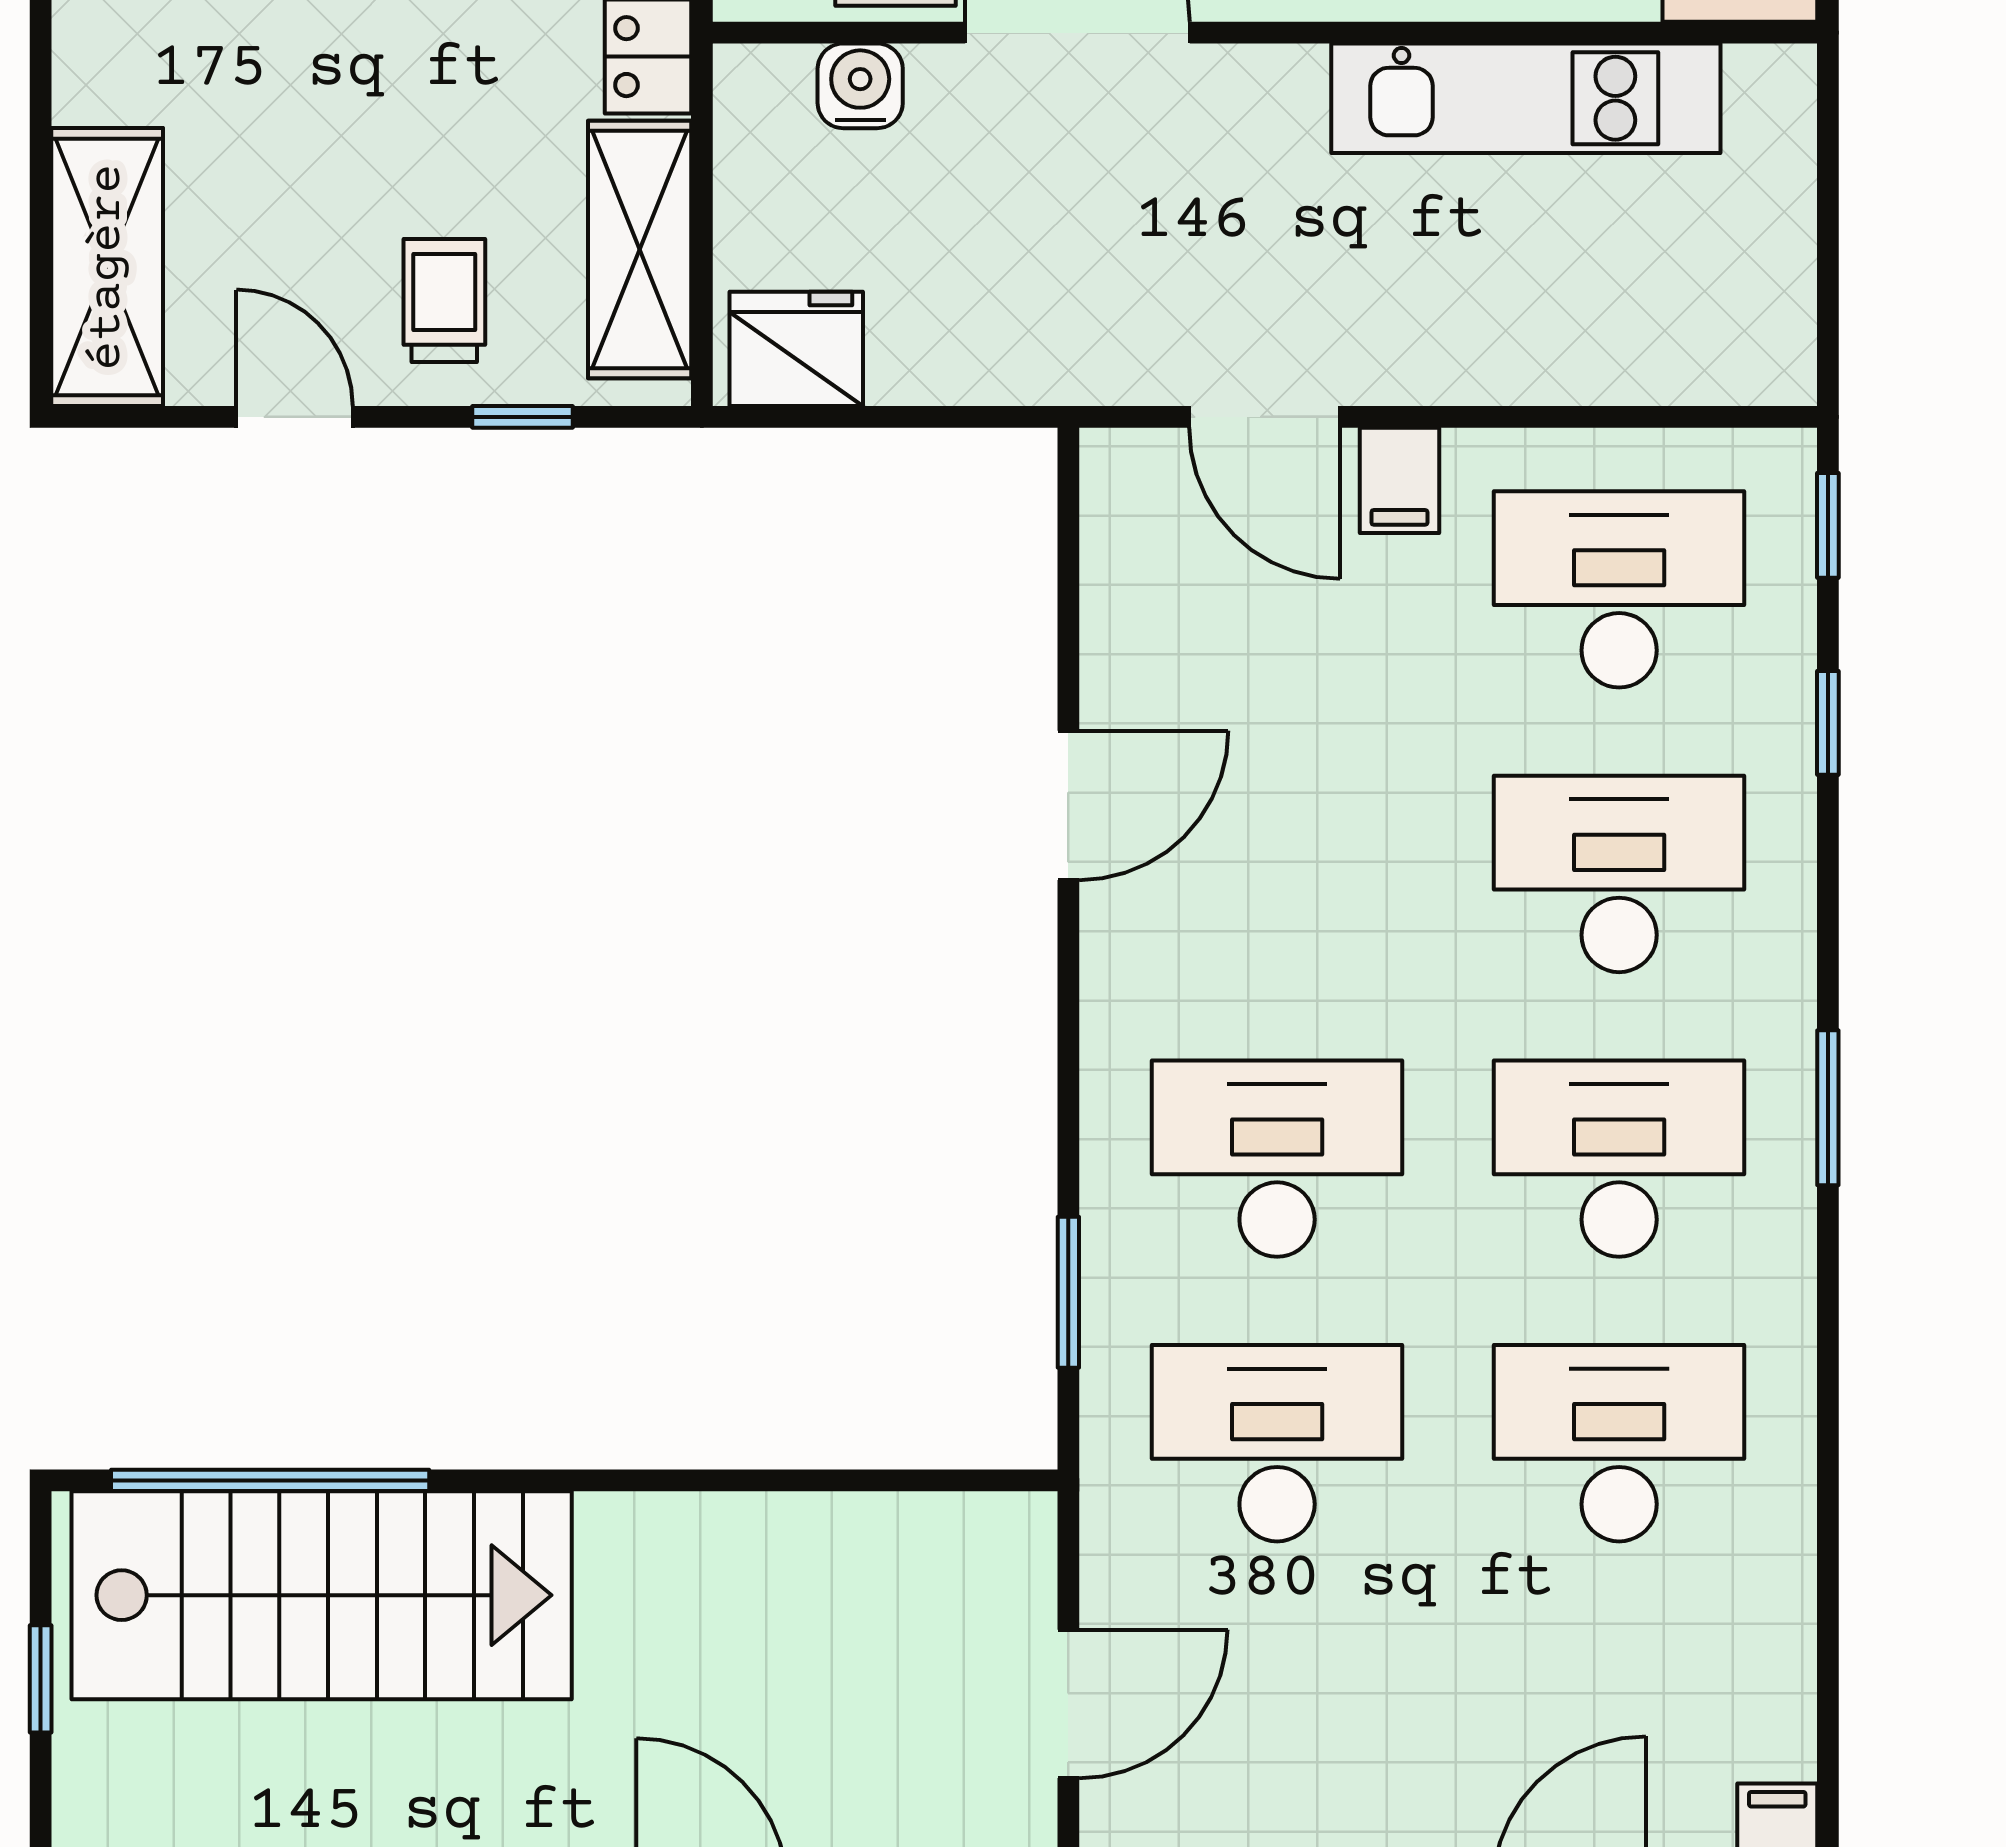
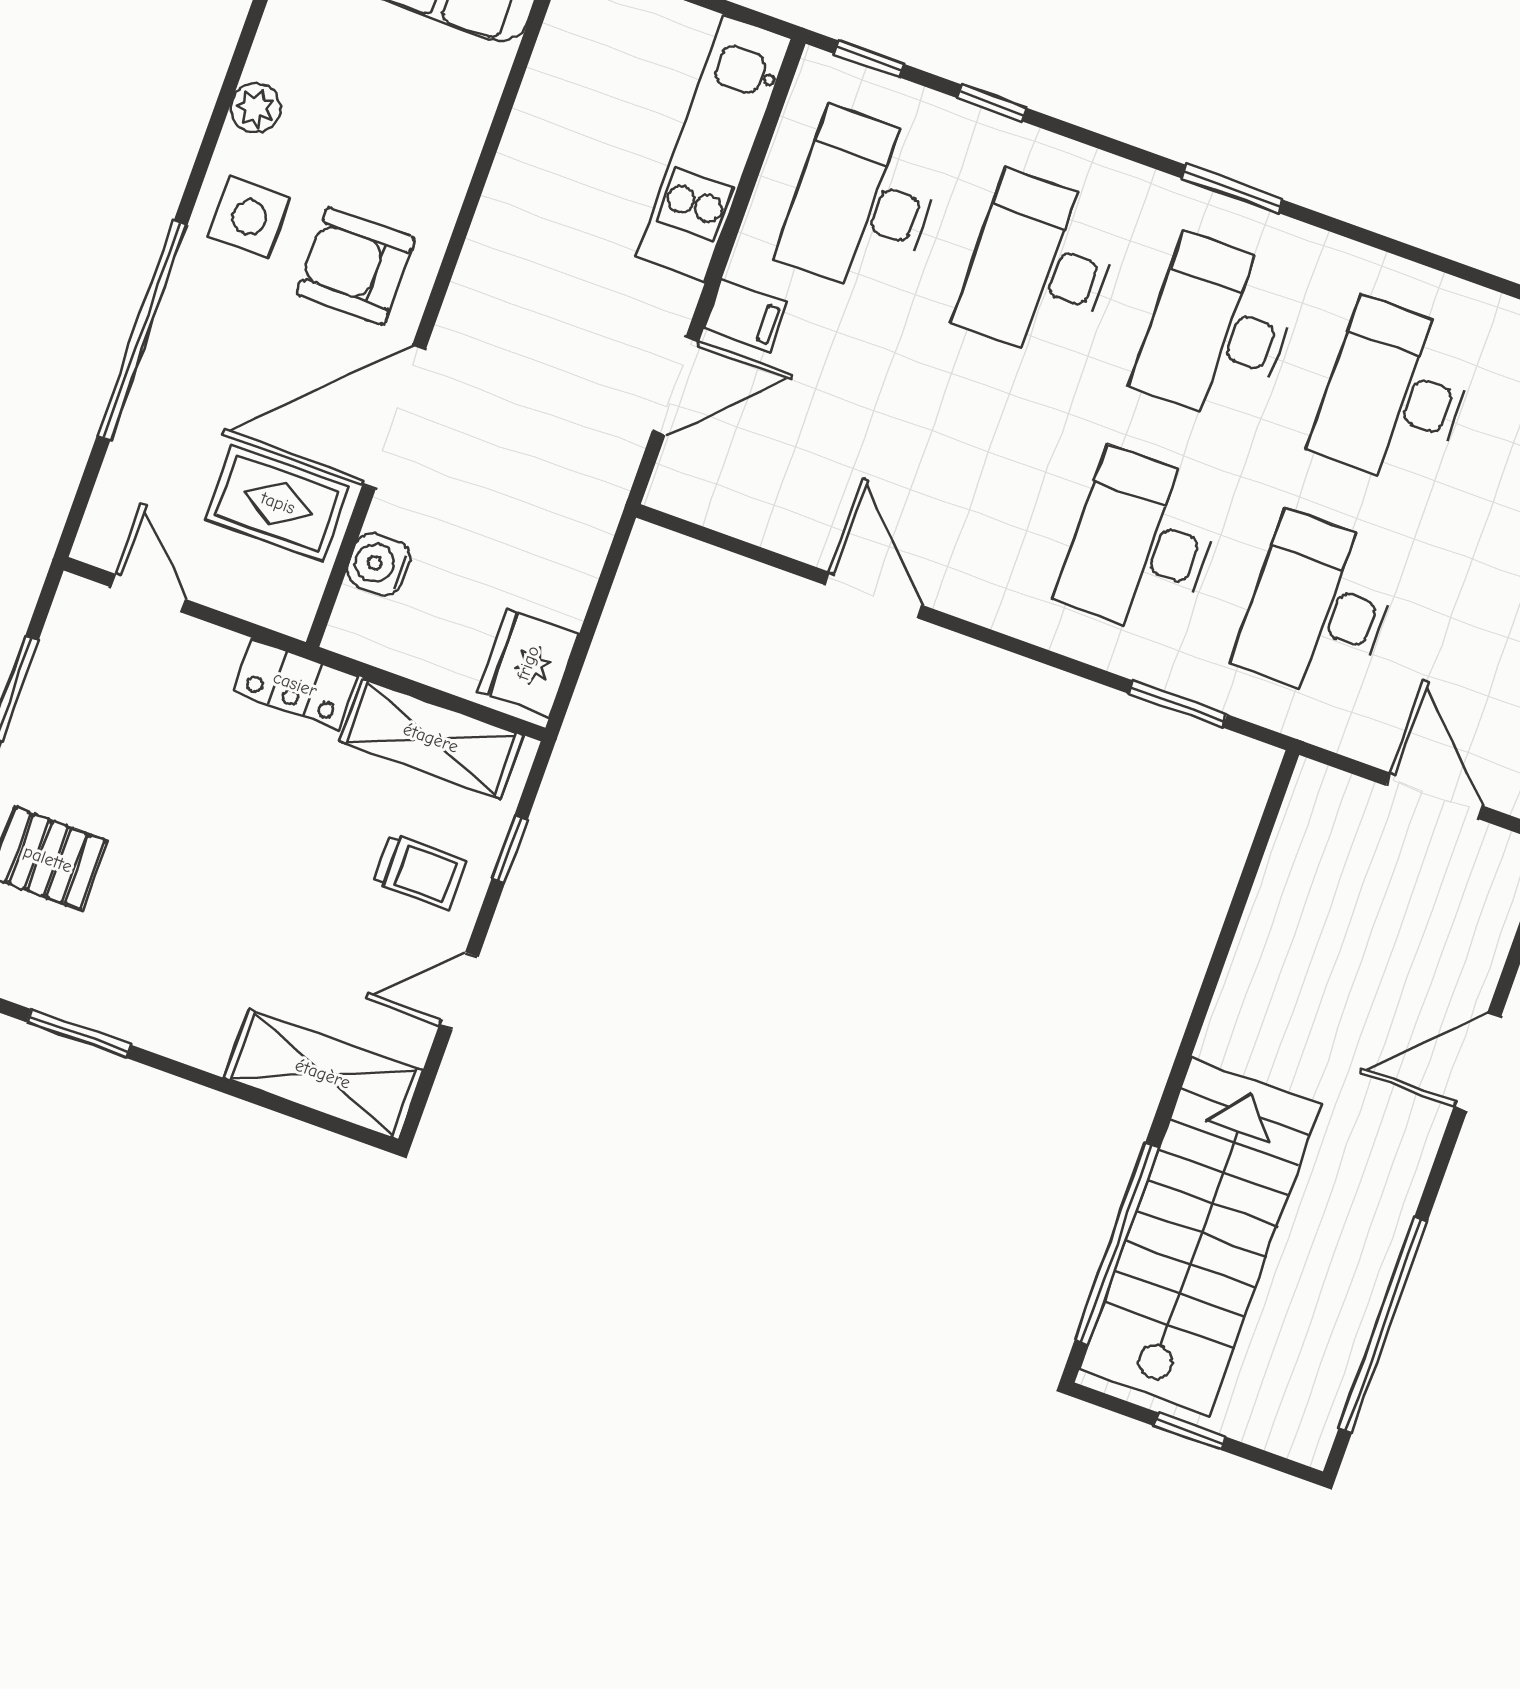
kitchen unit: (1526, 98) -> (715, 148), moved, turned 180
trolley: (444, 301) -> (420, 872), turned 180

